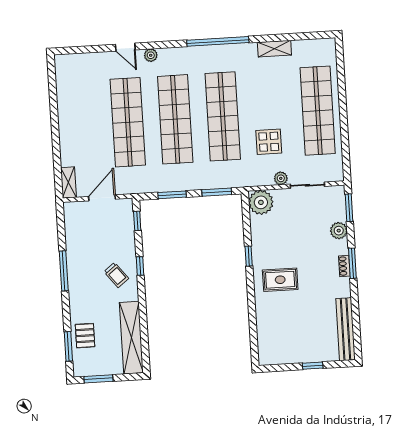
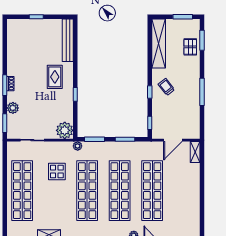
plant: (281, 178) -> (78, 146), moved
rug: (280, 280) -> (55, 77), turned 90
bench: (345, 329) -> (68, 40), moved

